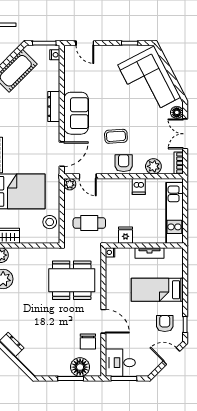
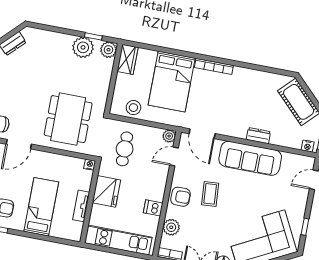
dresser: (54, 107) -> (258, 136), width x0.70
sofa: (76, 113) -> (250, 158), width x1.36
fridge: (126, 235) -> (106, 191), width x1.88, depth x1.34

